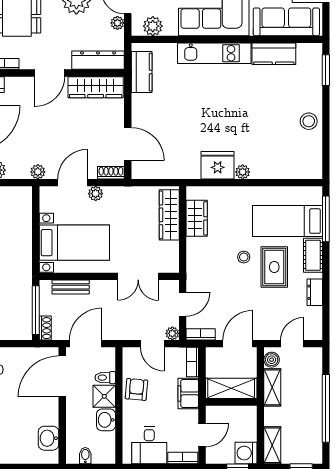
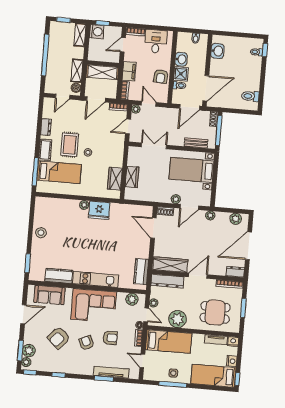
sofa: (286, 22) -> (49, 295), width x0.73
wardrobe: (169, 215) -> (132, 177), width x0.67

